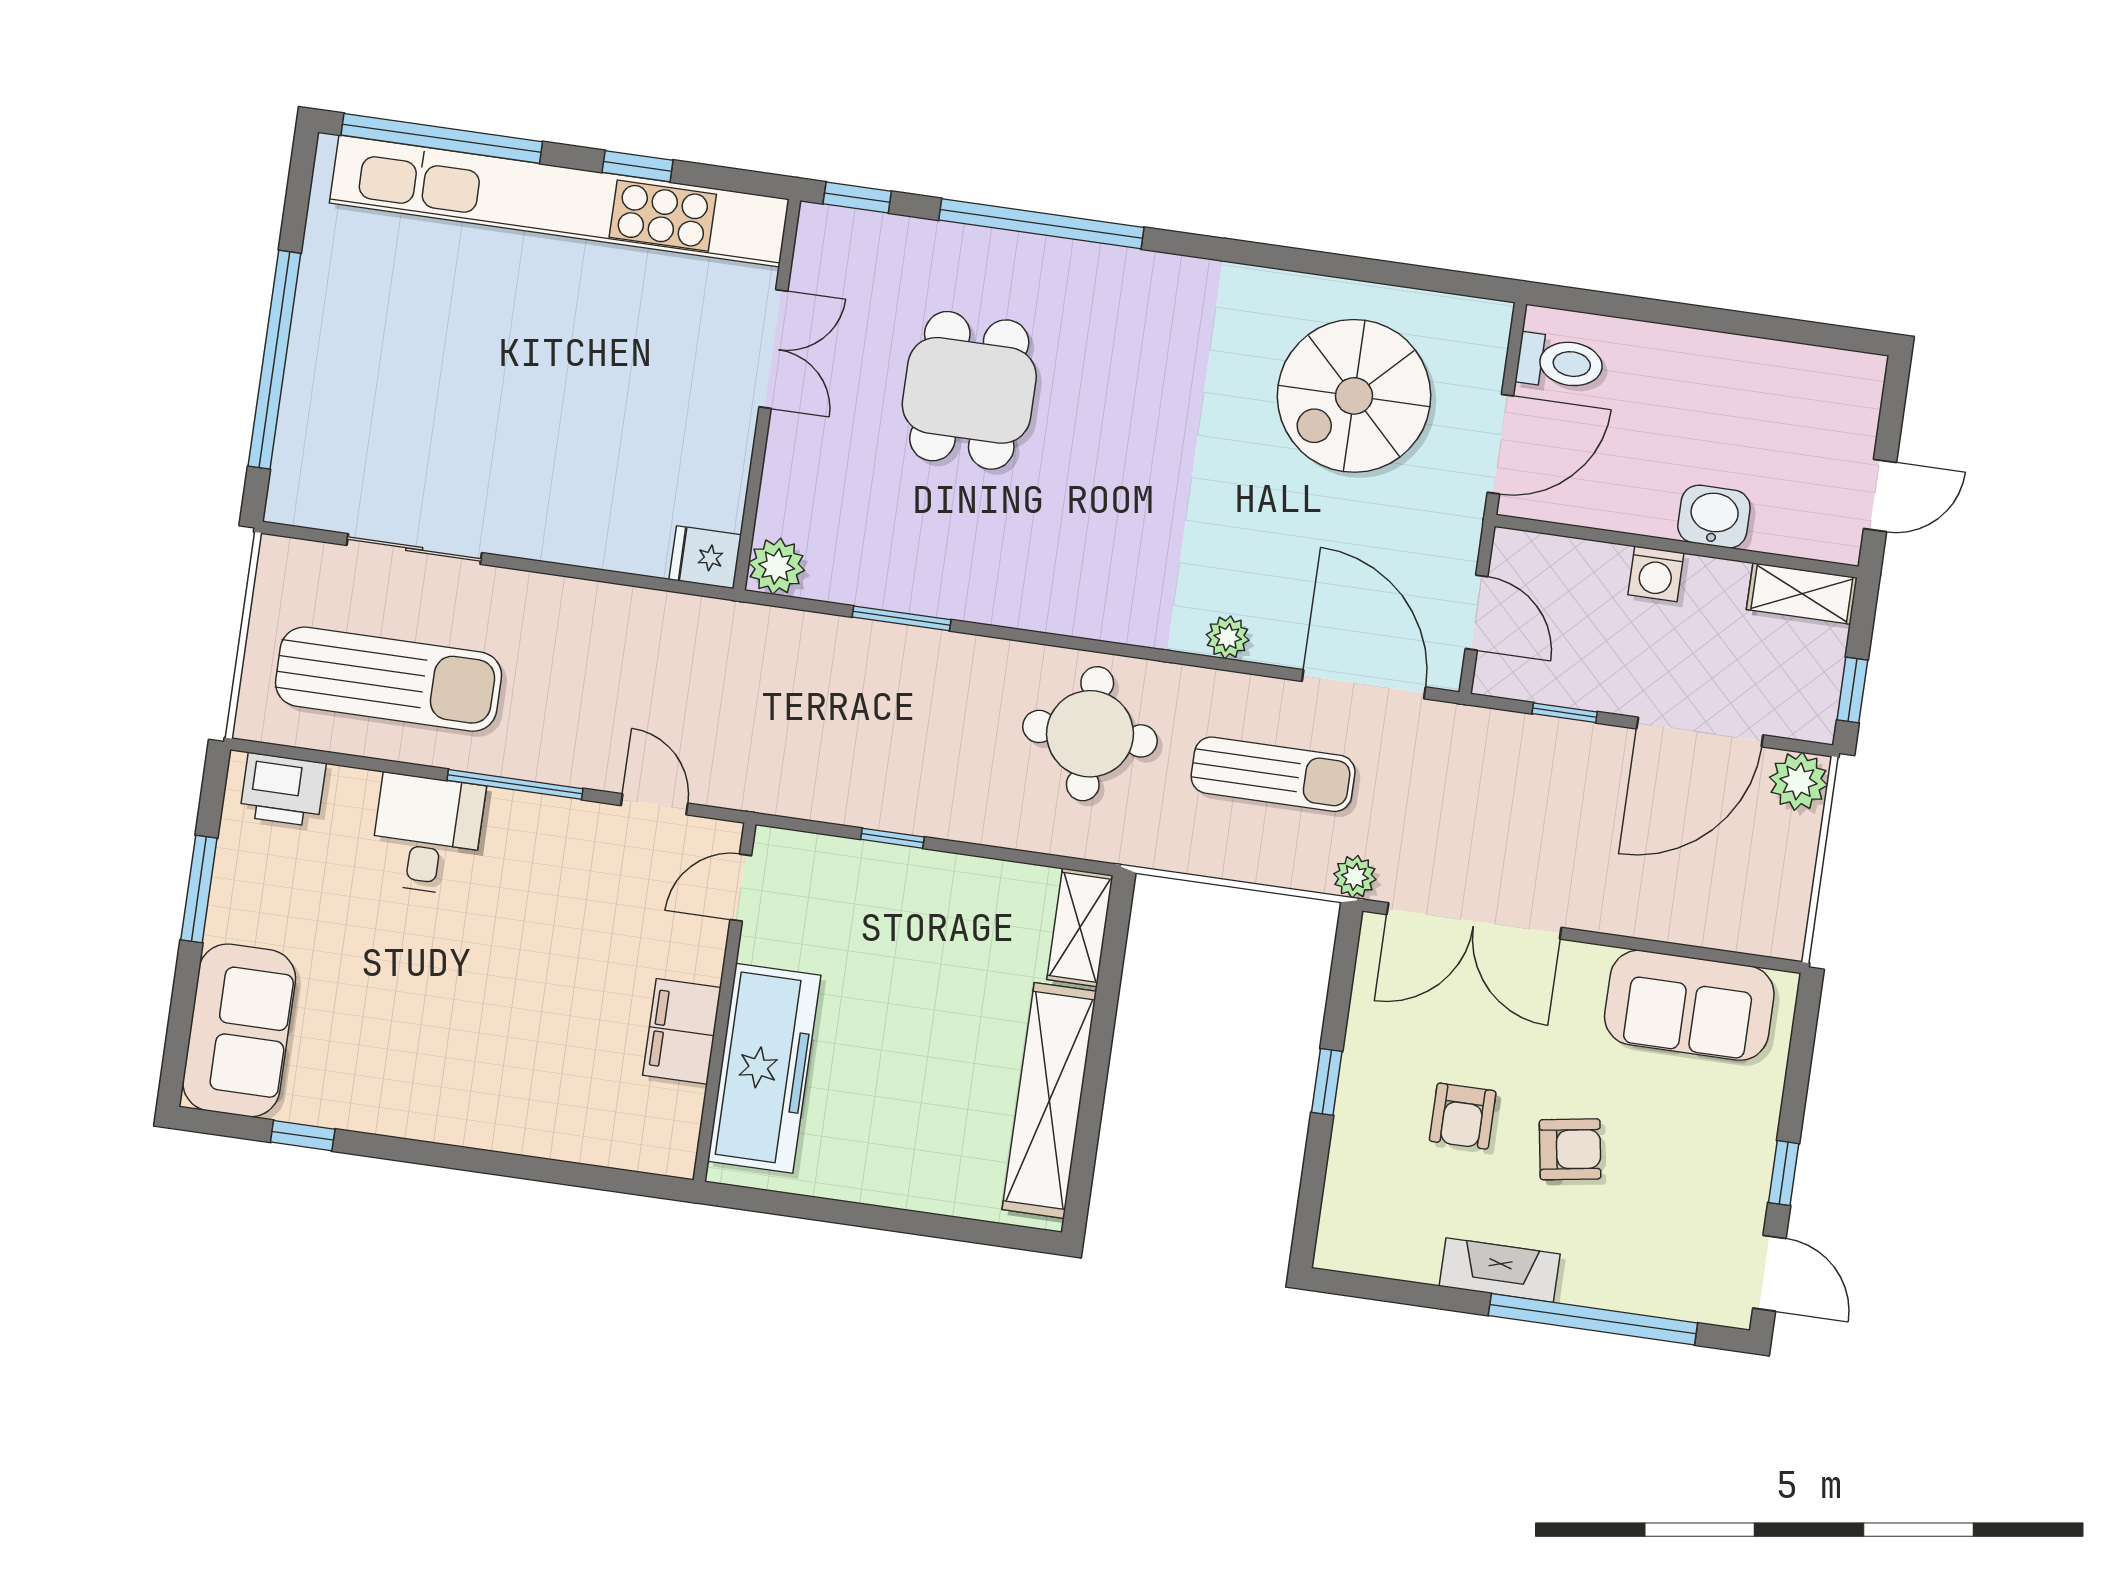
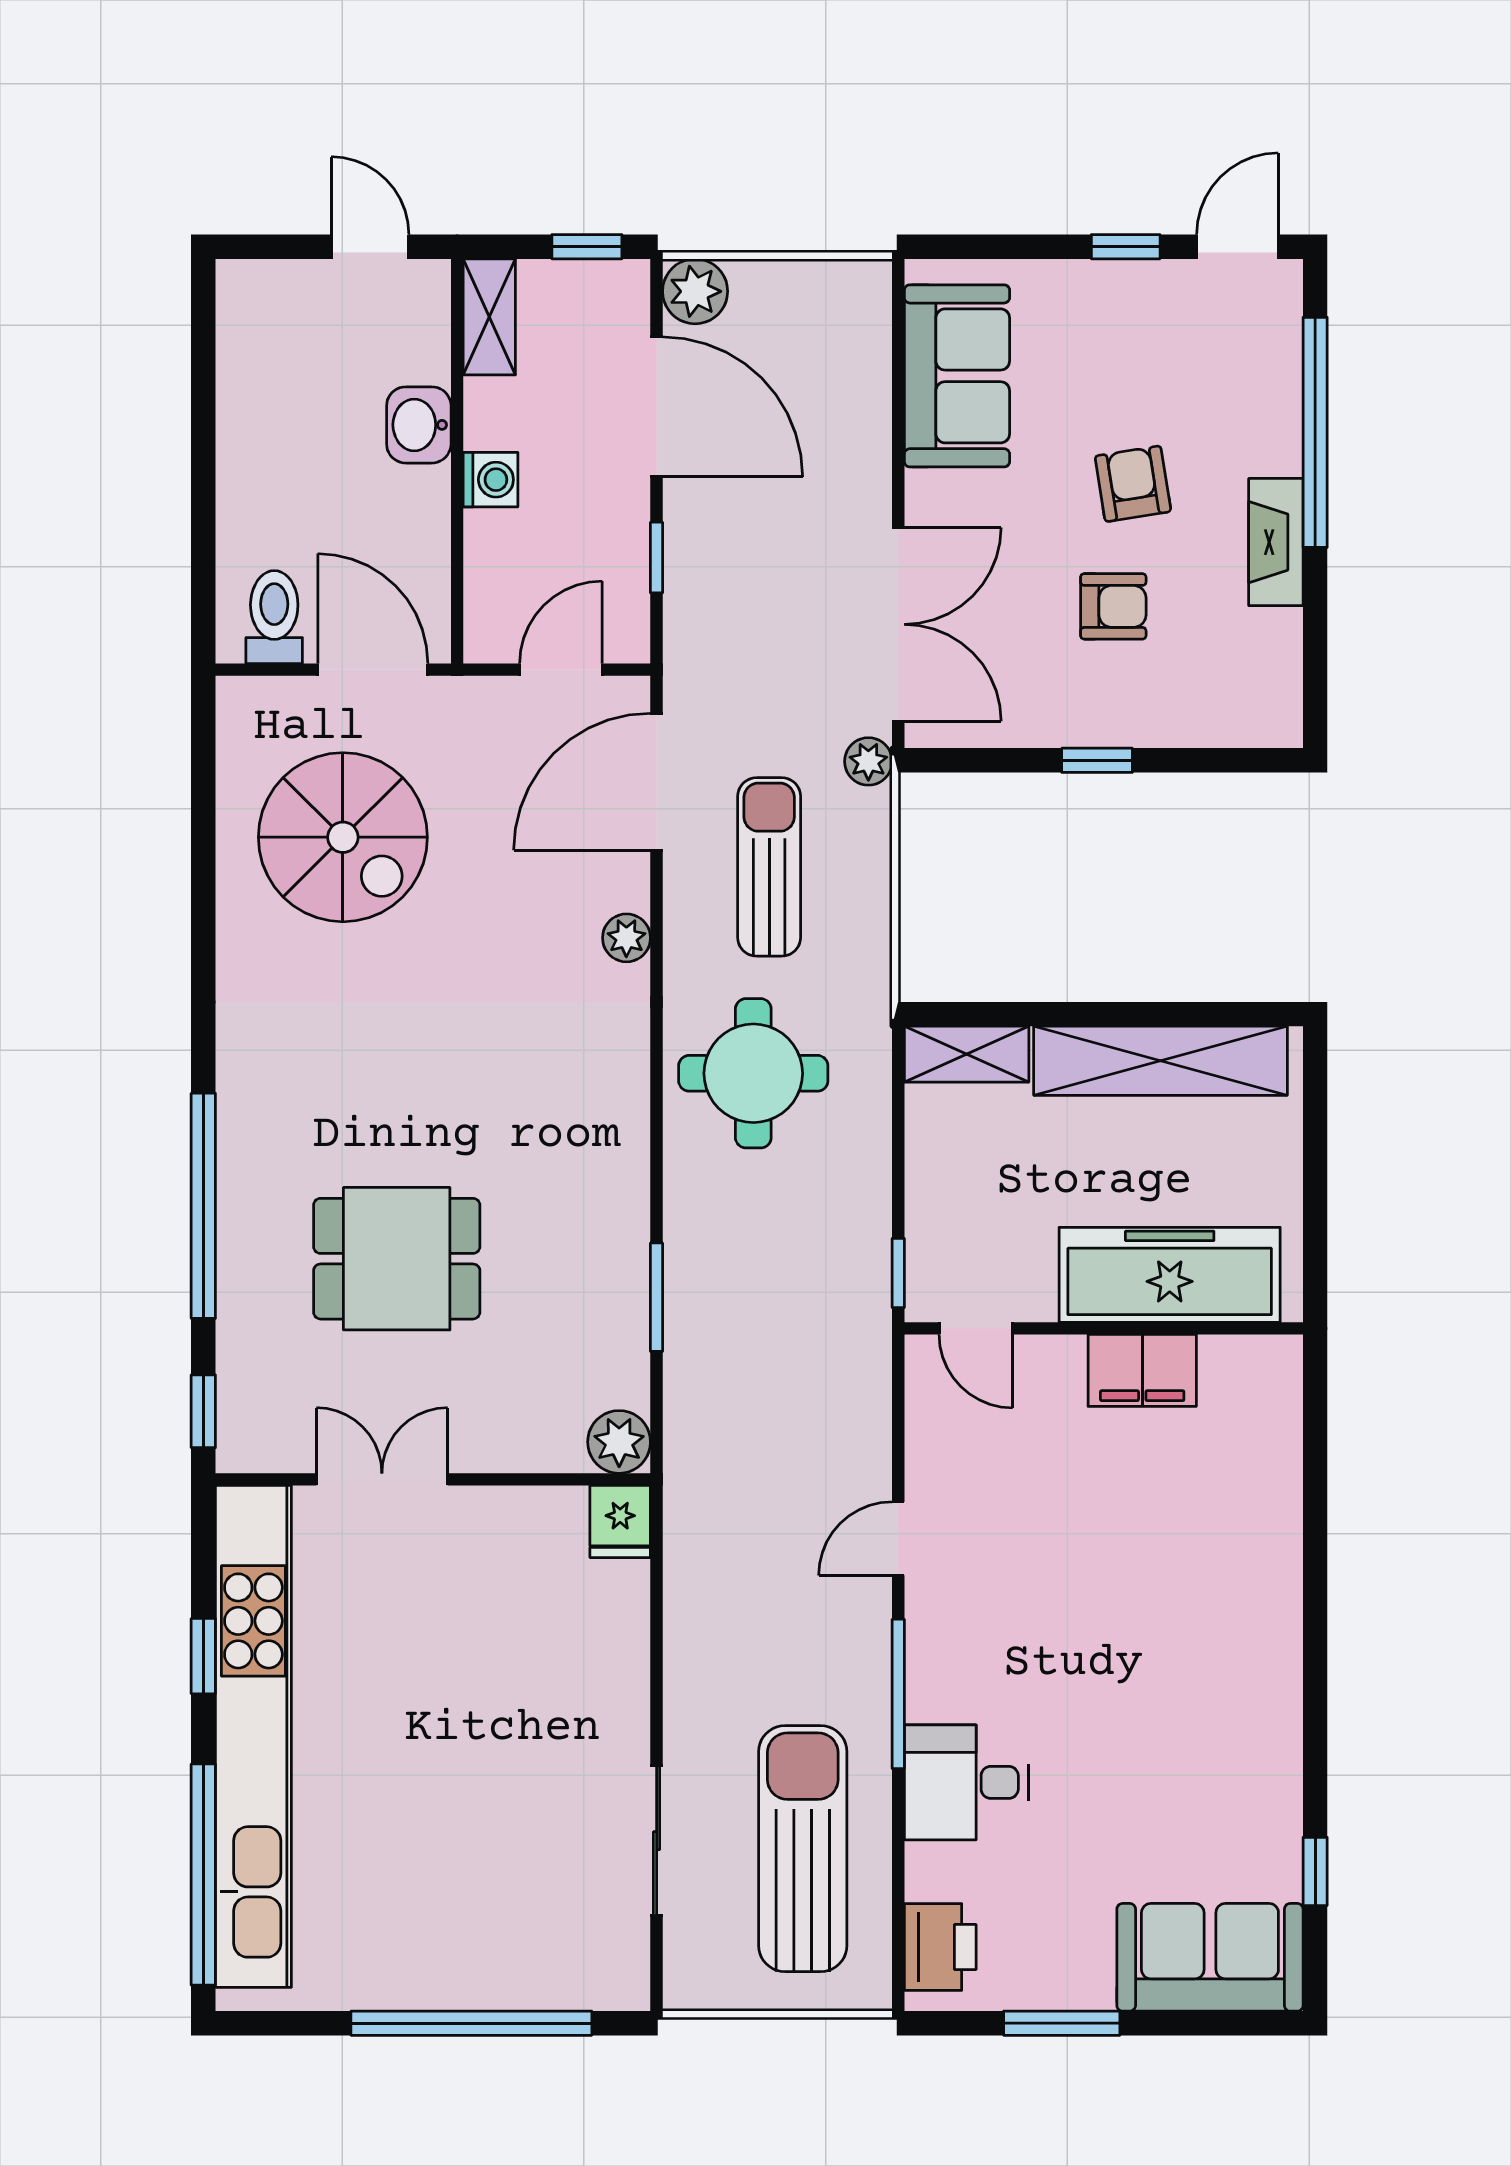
door: (741, 888) -> (976, 1328), moved
wall: (725, 1002) -> (1104, 1328), moved
filing cabinet: (682, 1031) -> (1142, 1370), moved
freezer: (764, 1068) -> (1170, 1275), moved

